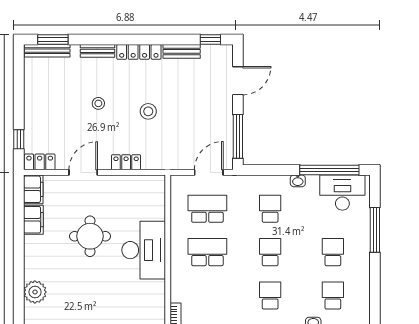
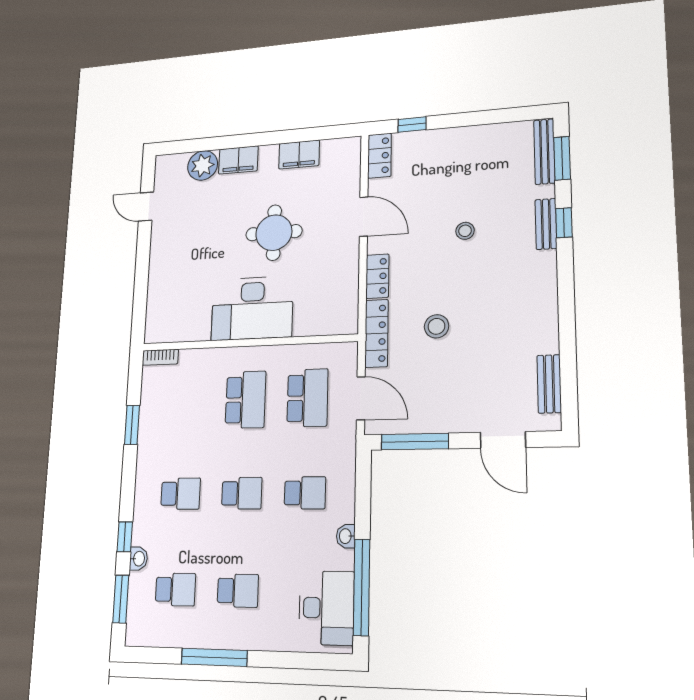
window: (210, 39) -> (564, 223), moved
bench: (182, 51) -> (549, 384), moved
locker: (139, 52) -> (377, 333), moved, turned 180
stool: (148, 111) -> (436, 326), moved
filing cabinet: (33, 189) -> (238, 160), moved
window: (375, 230) -> (214, 657), moved

